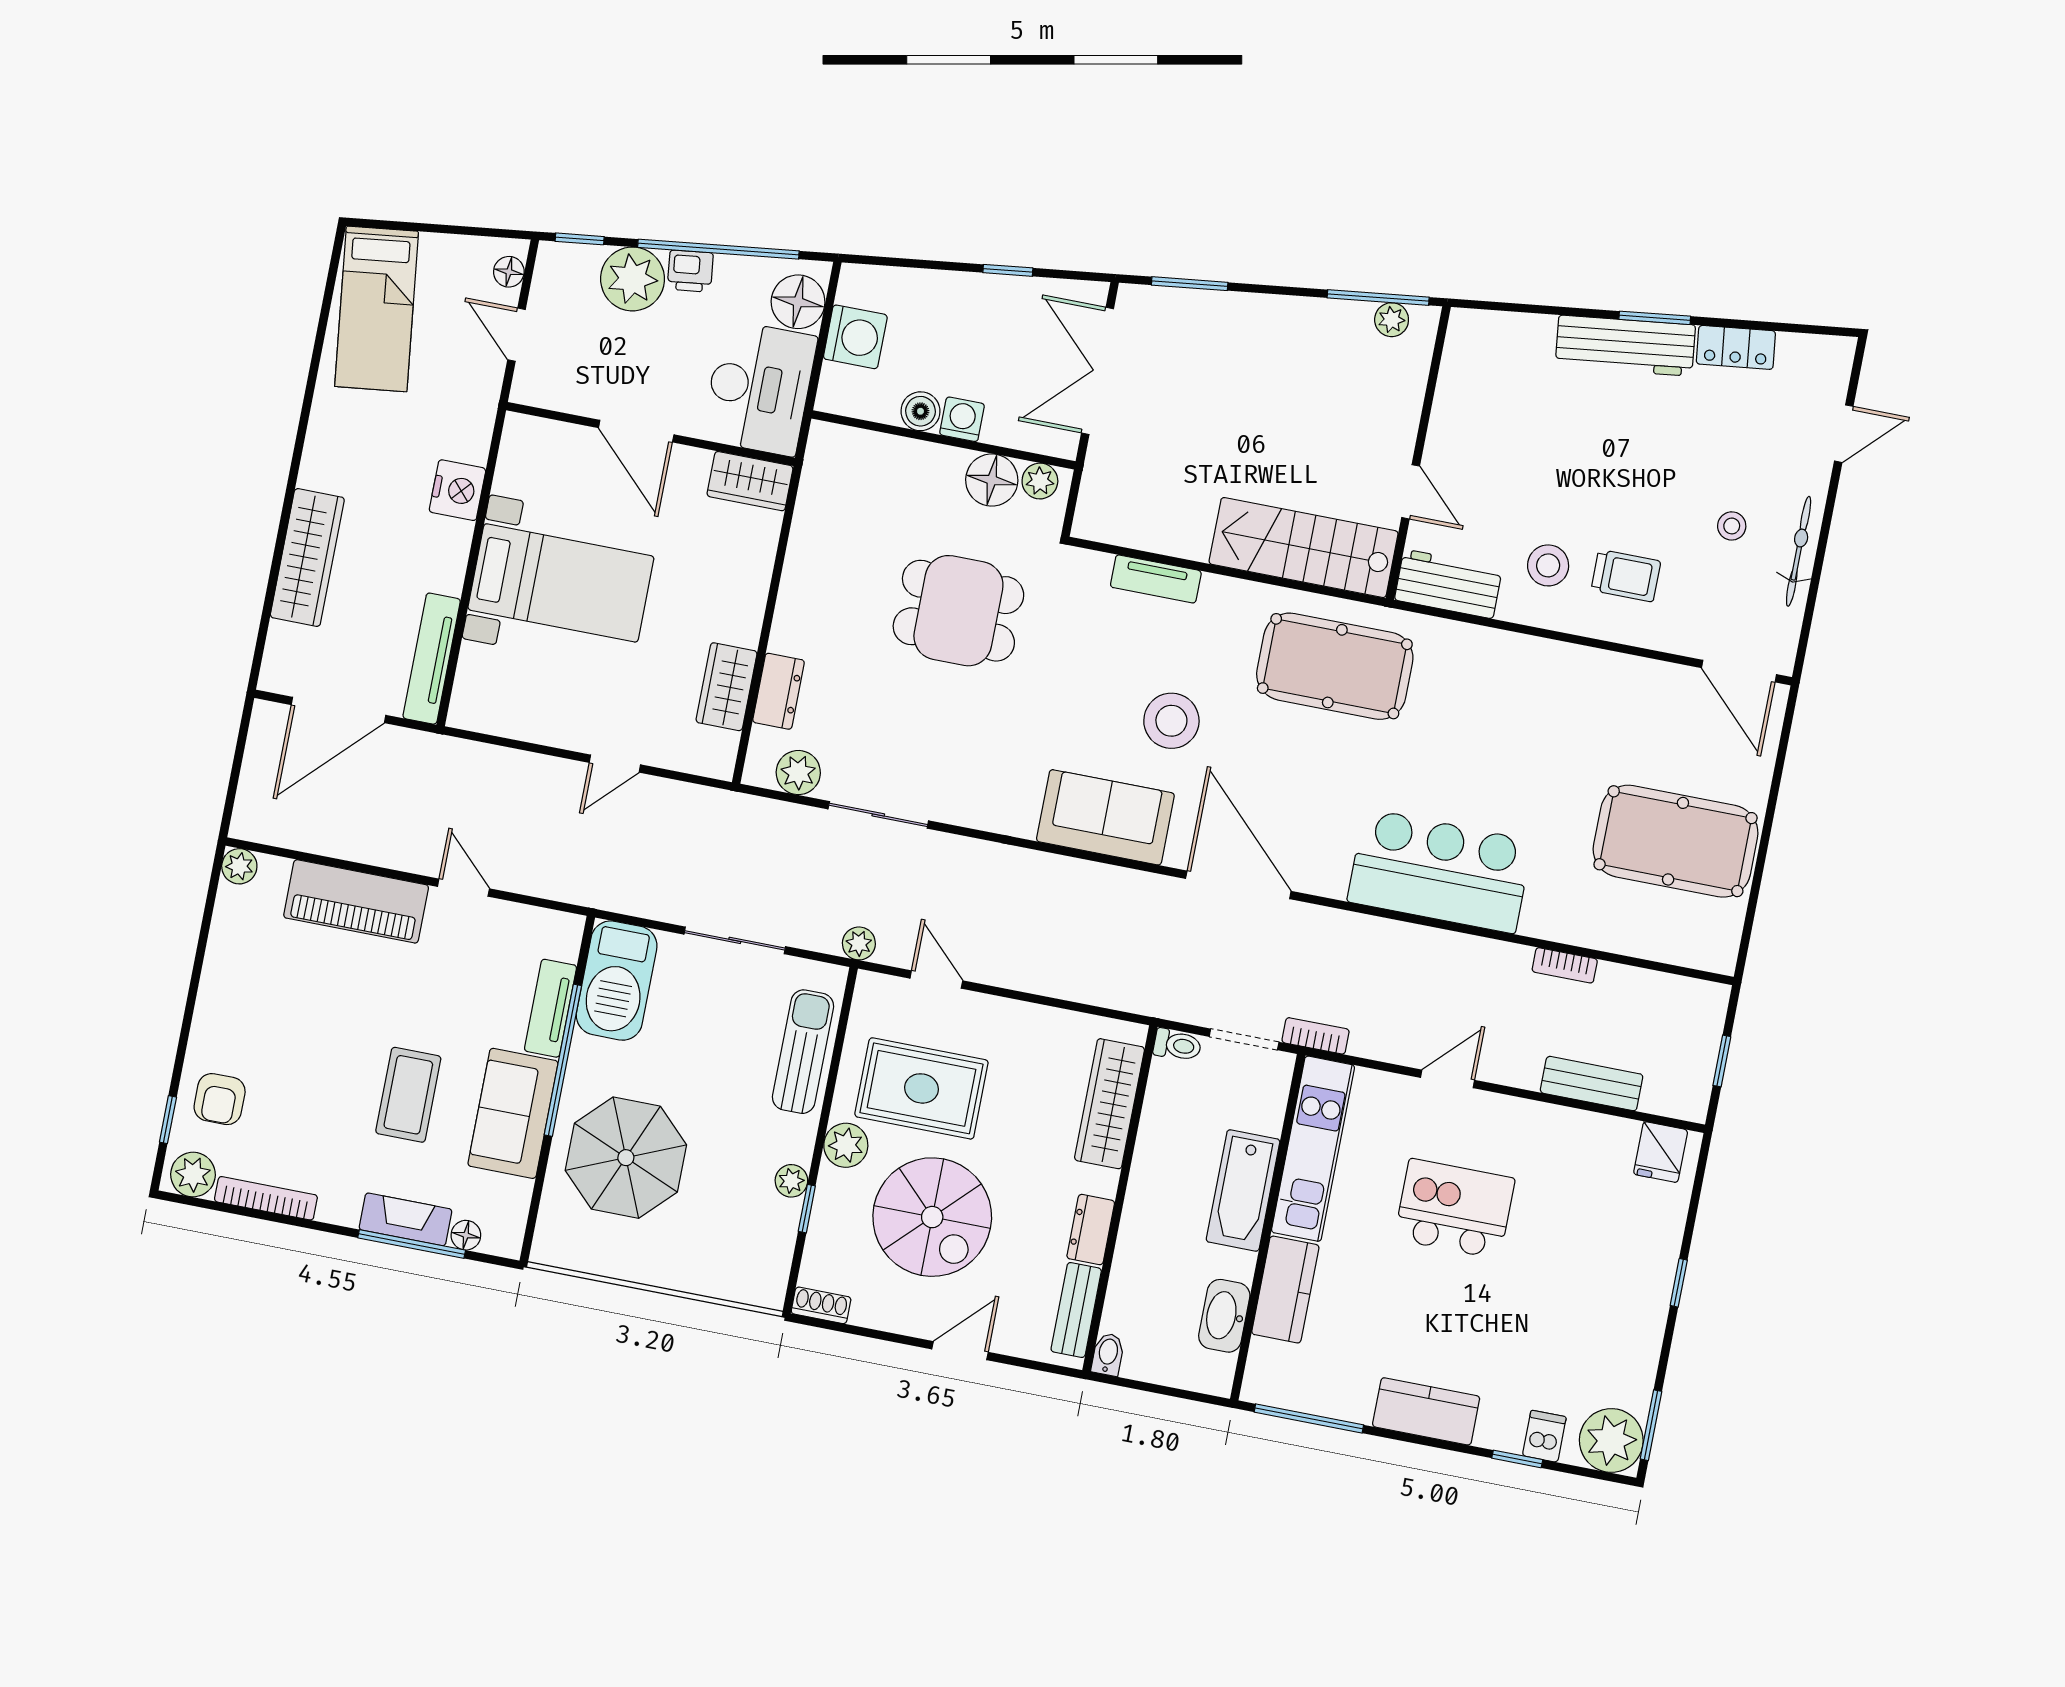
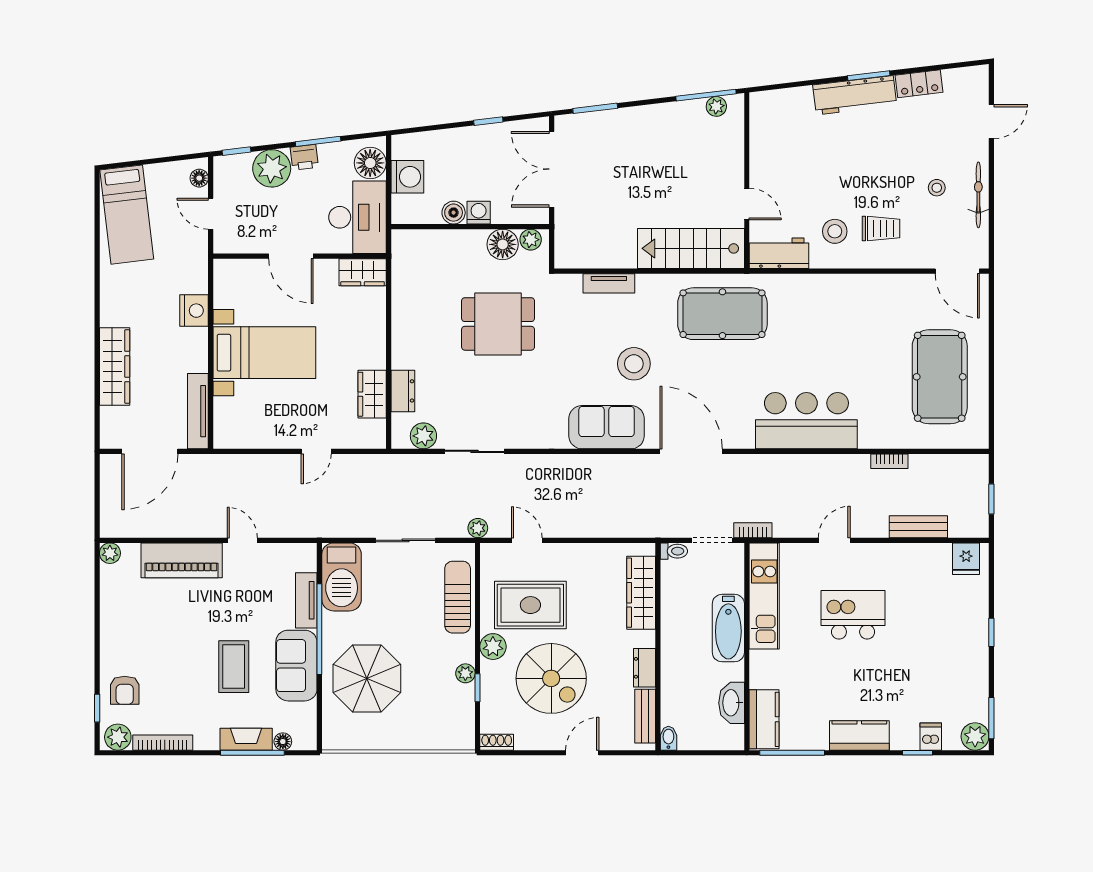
window: (718, 249) -> (318, 141), width x0.47
pool table: (1676, 841) -> (940, 377), turned 90
kitchen counter: (1285, 1290) -> (764, 719), moved
plant: (1611, 1440) -> (975, 736), width x0.73, depth x0.73

